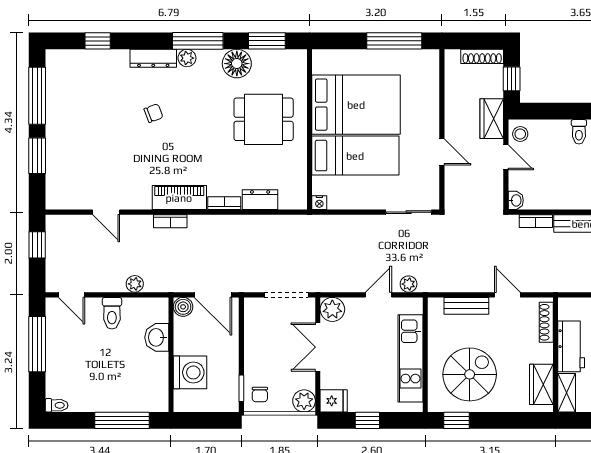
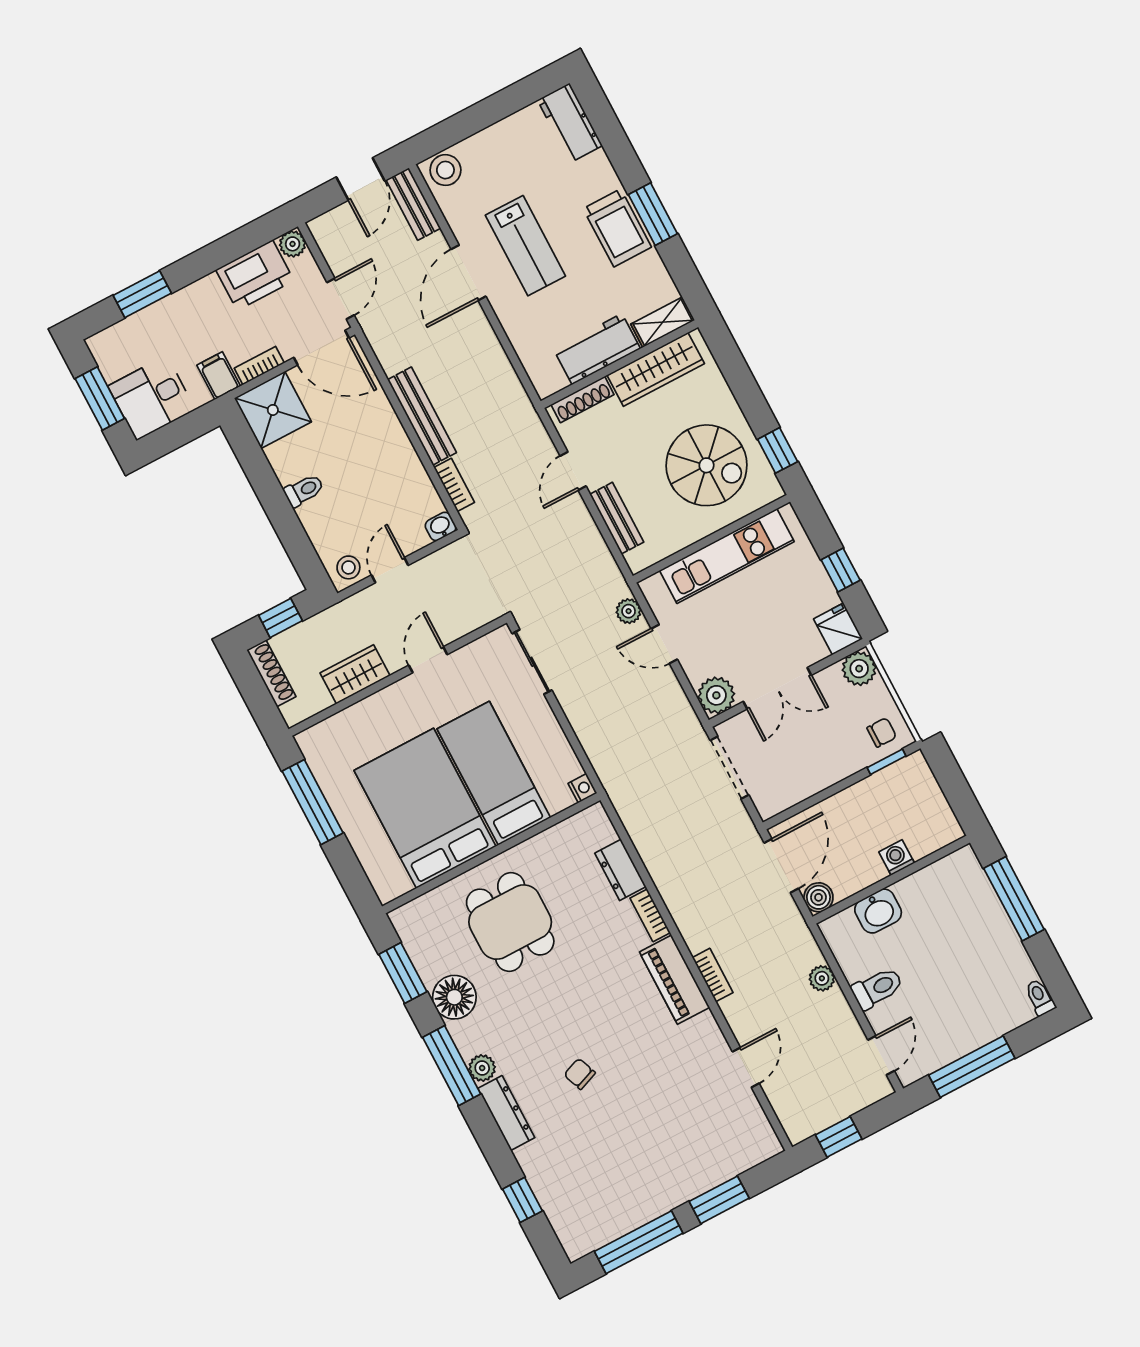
wardrobe: (492, 119) -> (355, 674), moved, turned 180
washing machine: (190, 372) -> (897, 858), width x0.53, depth x0.53
spiral stairs: (470, 374) -> (707, 465), turned 180
wardrobe: (541, 384) -> (656, 369), width x1.50

